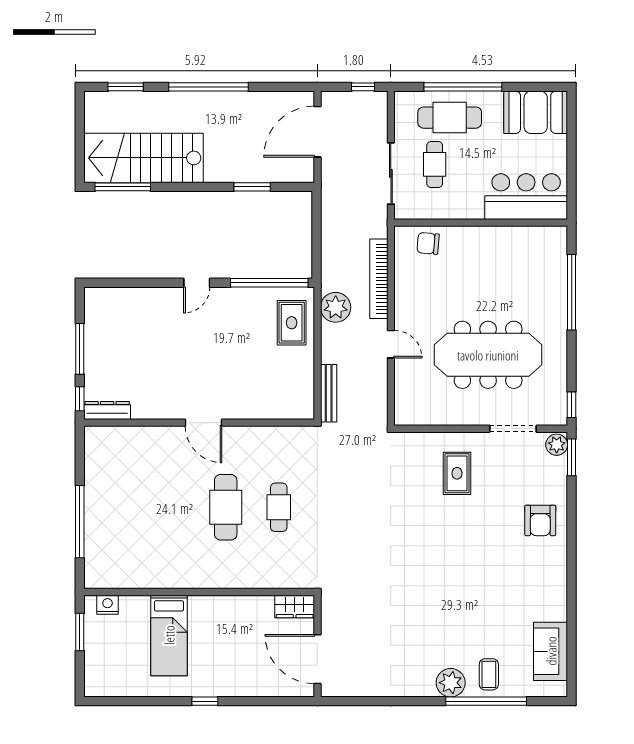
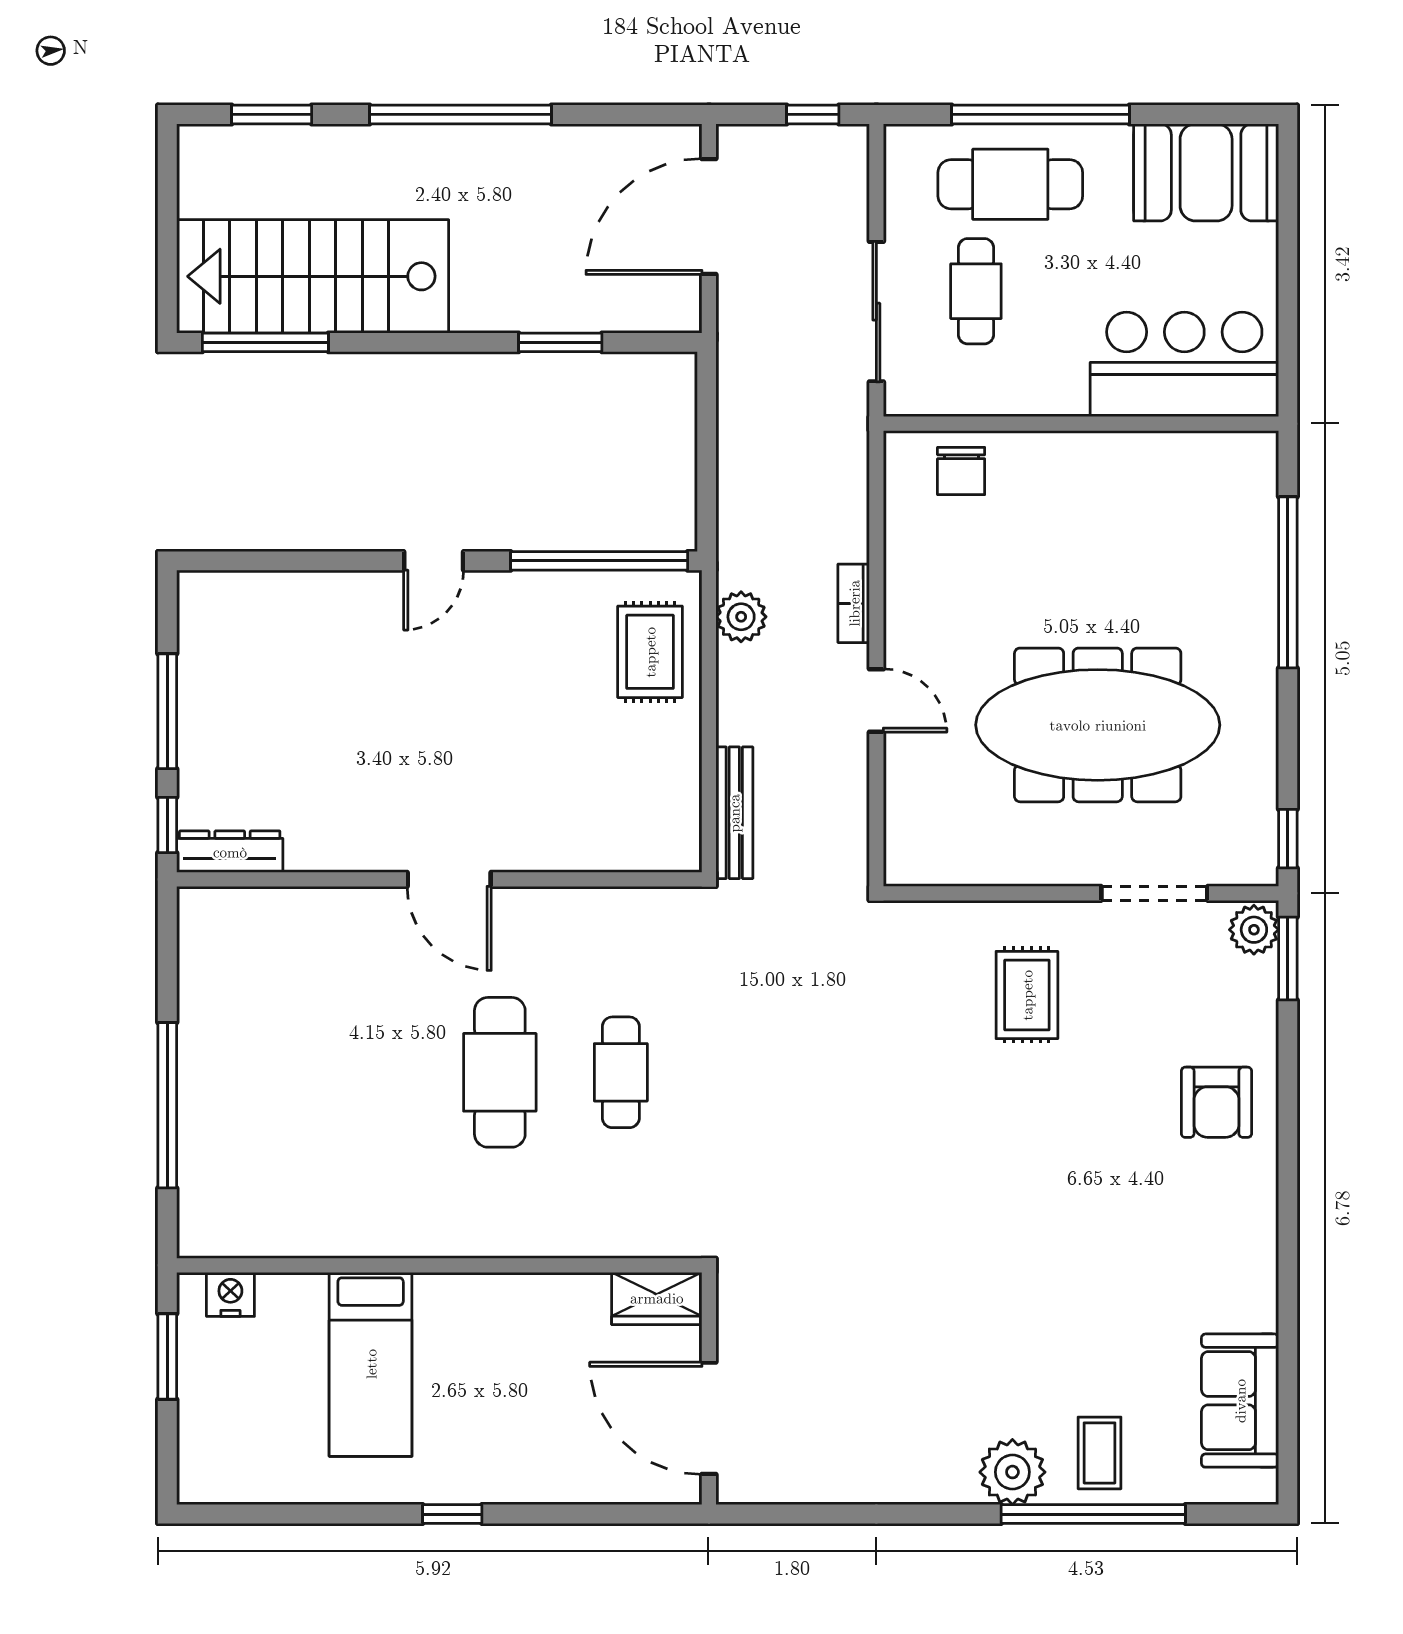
chair: (428, 243) -> (961, 471), turned -95
bookcase: (379, 279) -> (854, 603), width x0.43, depth x0.76
plant: (336, 307) -> (741, 617), width x0.73, depth x0.73

